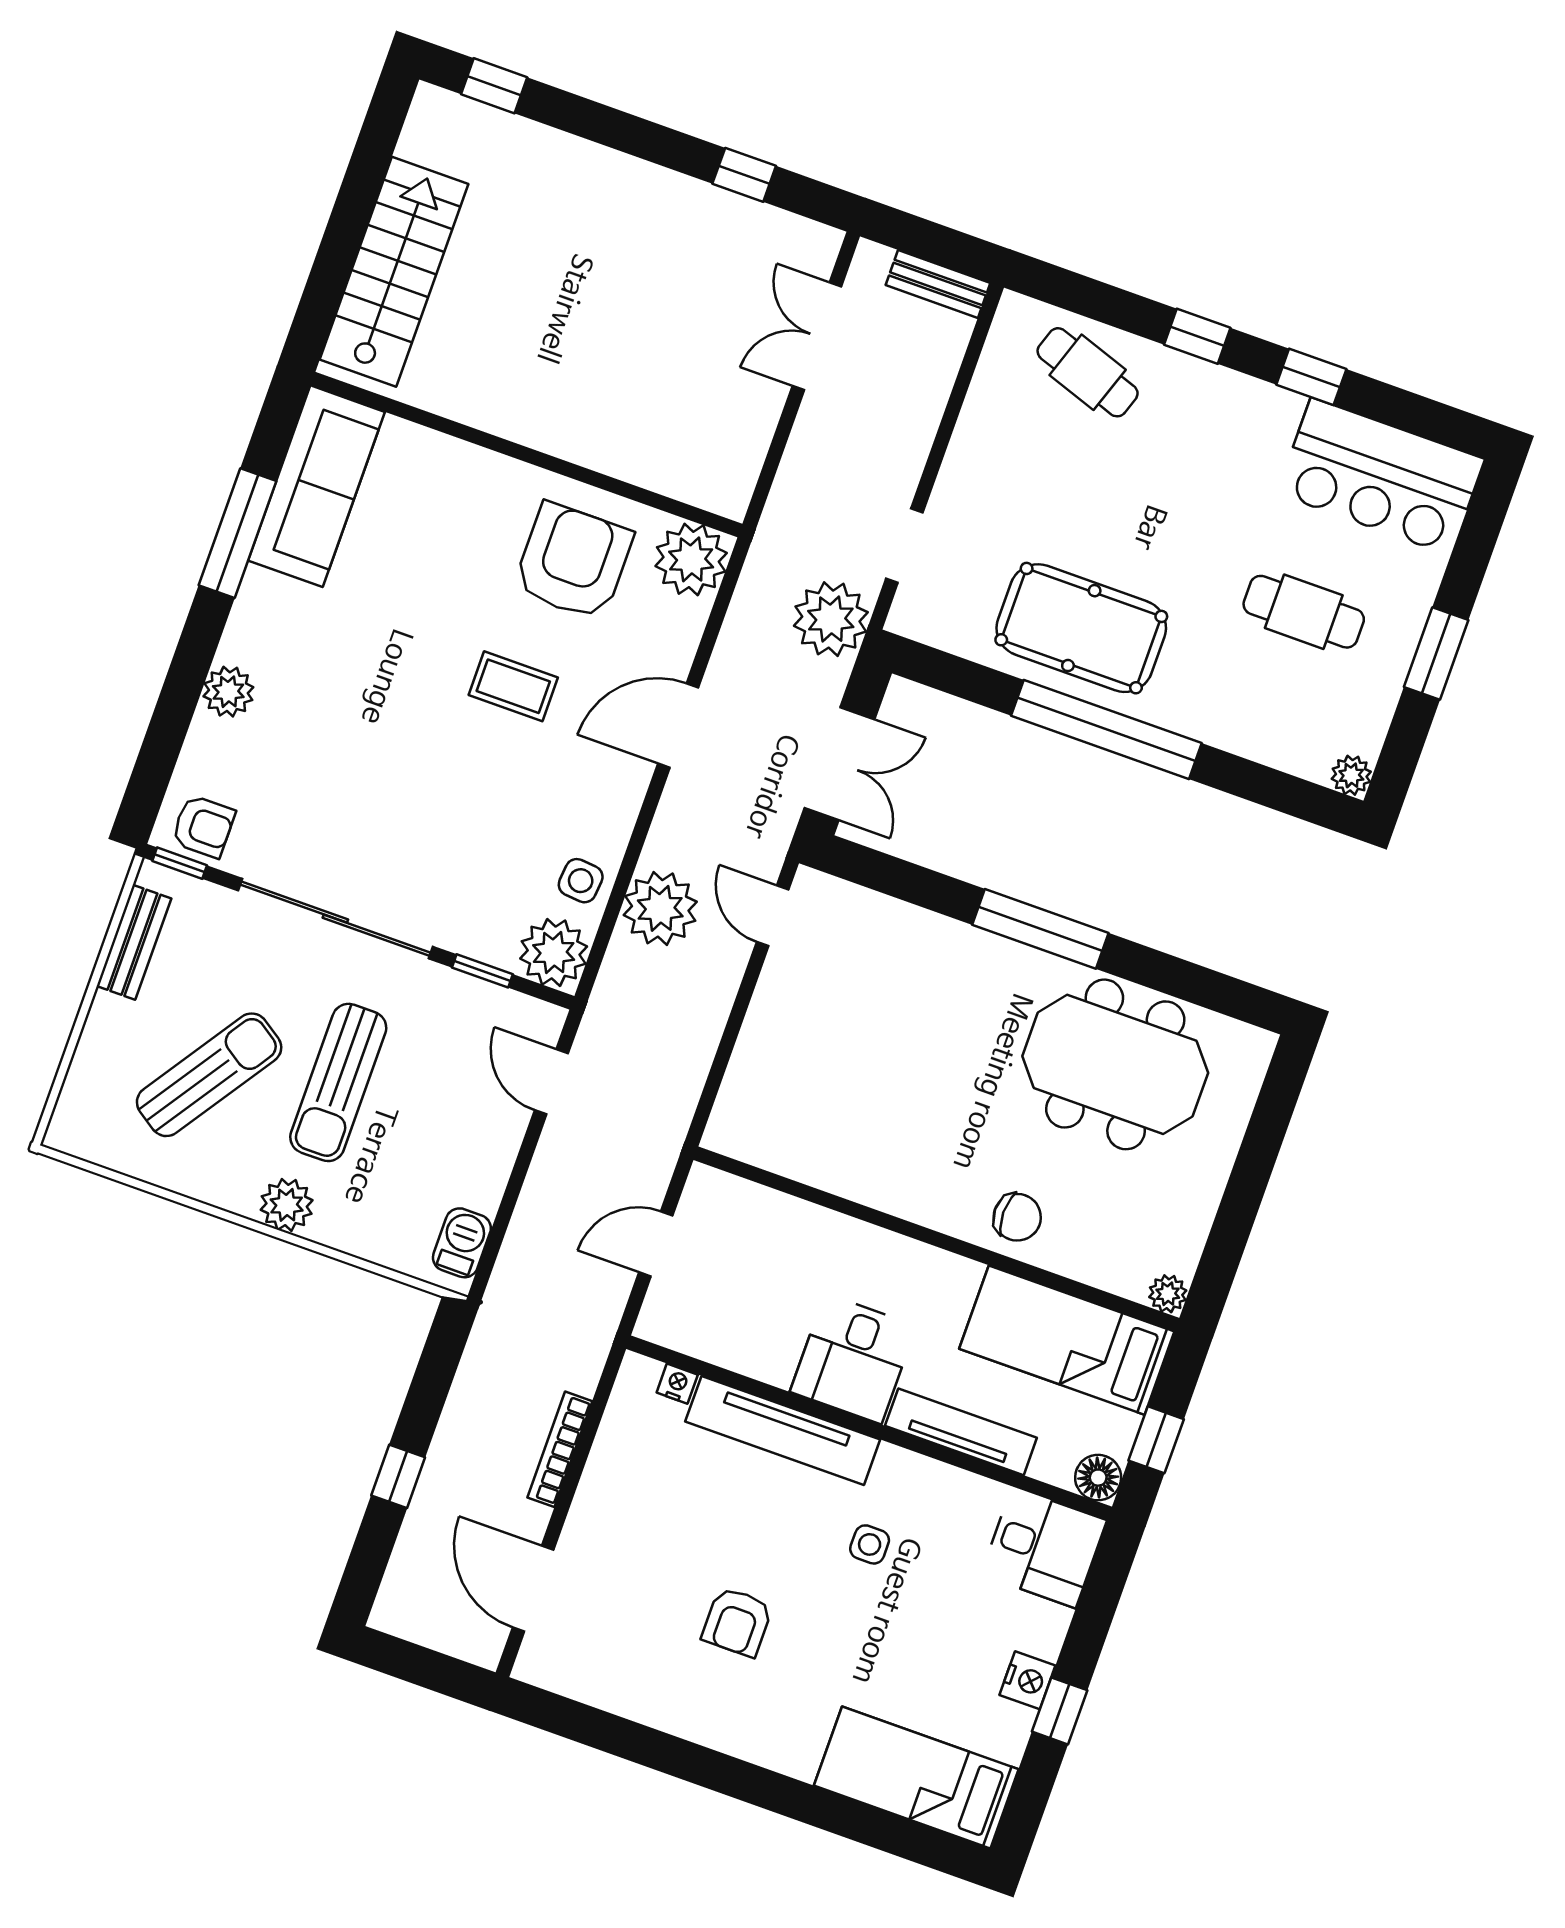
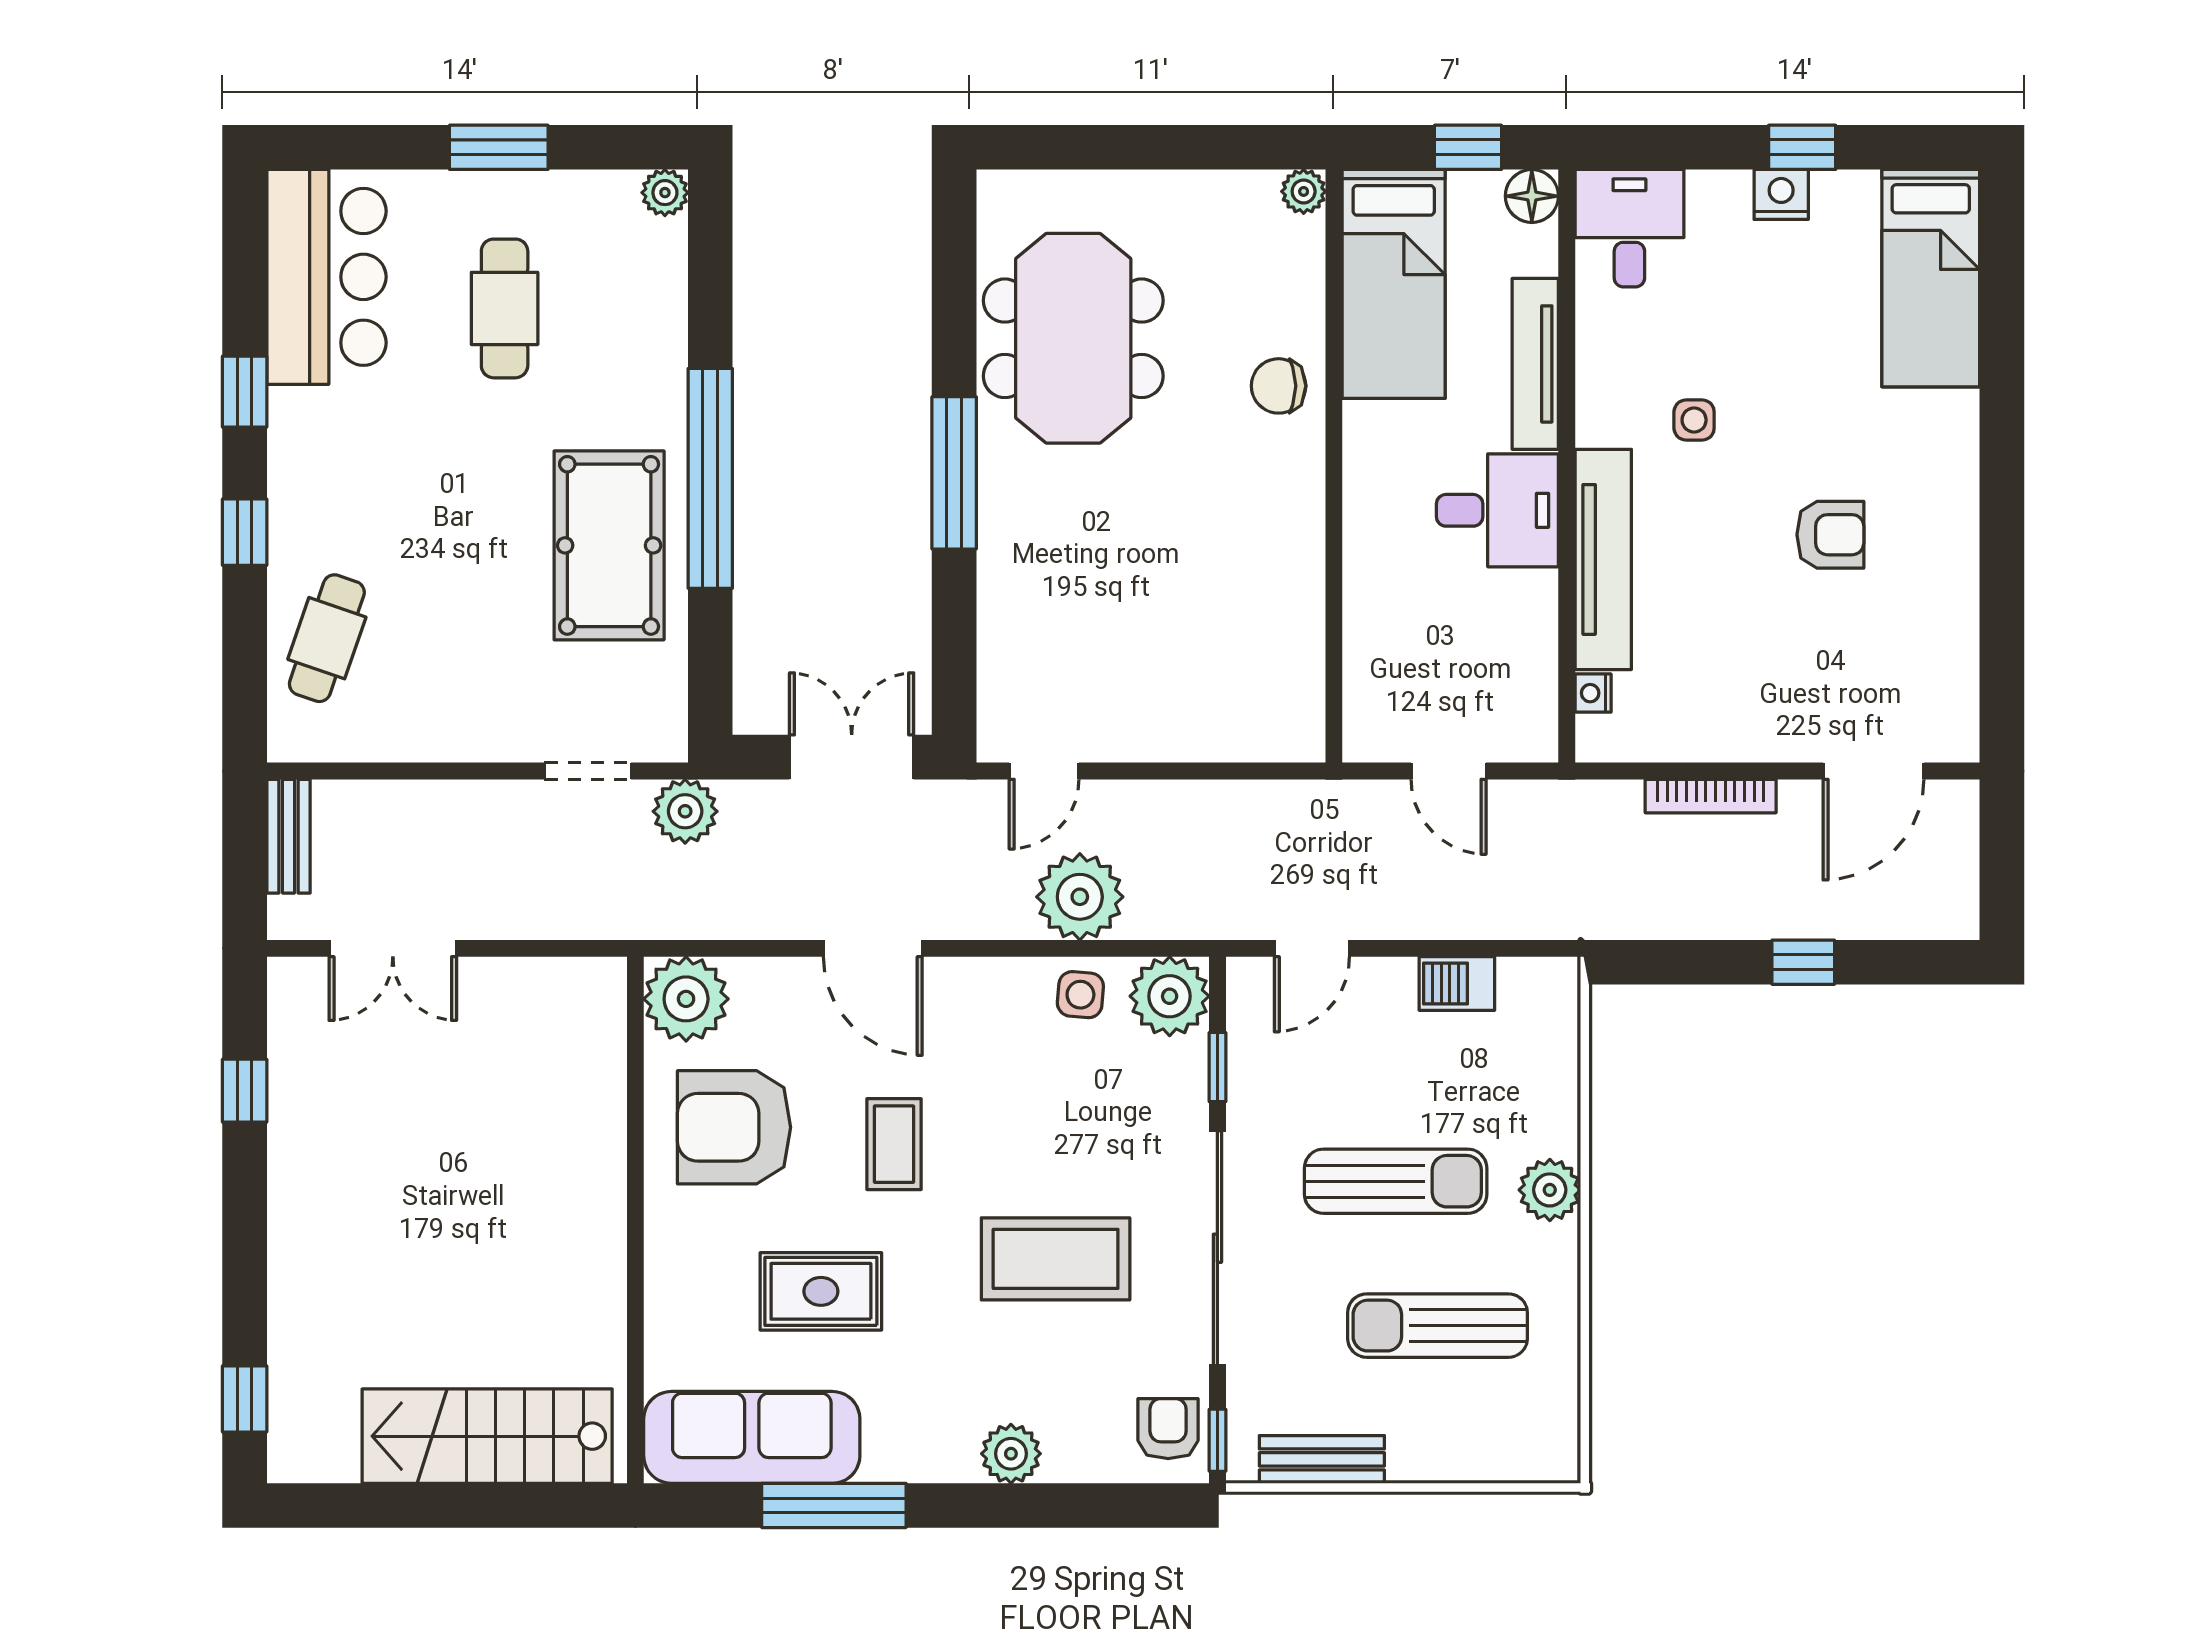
rug: (415, 584) -> (821, 1291), added
plant: (831, 619) -> (685, 811), width x0.73, depth x0.73
coffee table: (374, 784) -> (1056, 1259), added
sun lounger: (209, 1075) -> (1438, 1326), turned -34
chair: (1017, 1217) -> (1279, 386), turned -90
barbecue: (462, 1243) -> (1457, 983), moved

